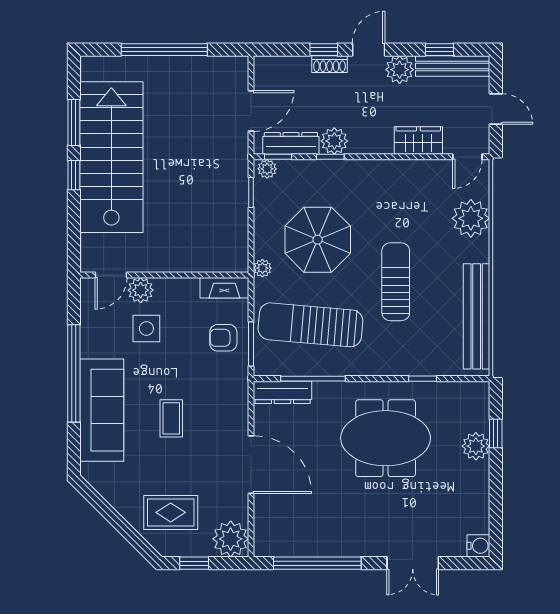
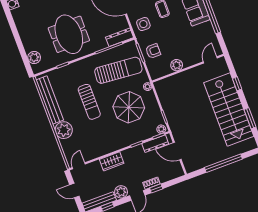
door: (251, 111) -> (177, 151), hinge flipped
wardrobe: (418, 140) -> (112, 161), moved
plant: (334, 141) -> (137, 152), removed
window: (74, 175) -> (237, 84), moved
plant: (471, 218) -> (64, 130), moved
fireplace: (224, 288) -> (161, 72), removed
plant: (141, 290) -> (177, 65), moved
side table: (146, 329) -> (143, 24), moved
window: (496, 434) -> (23, 54), removed
meeting table: (386, 438) -> (69, 34), turned 90
plant: (476, 446) -> (34, 58), moved

